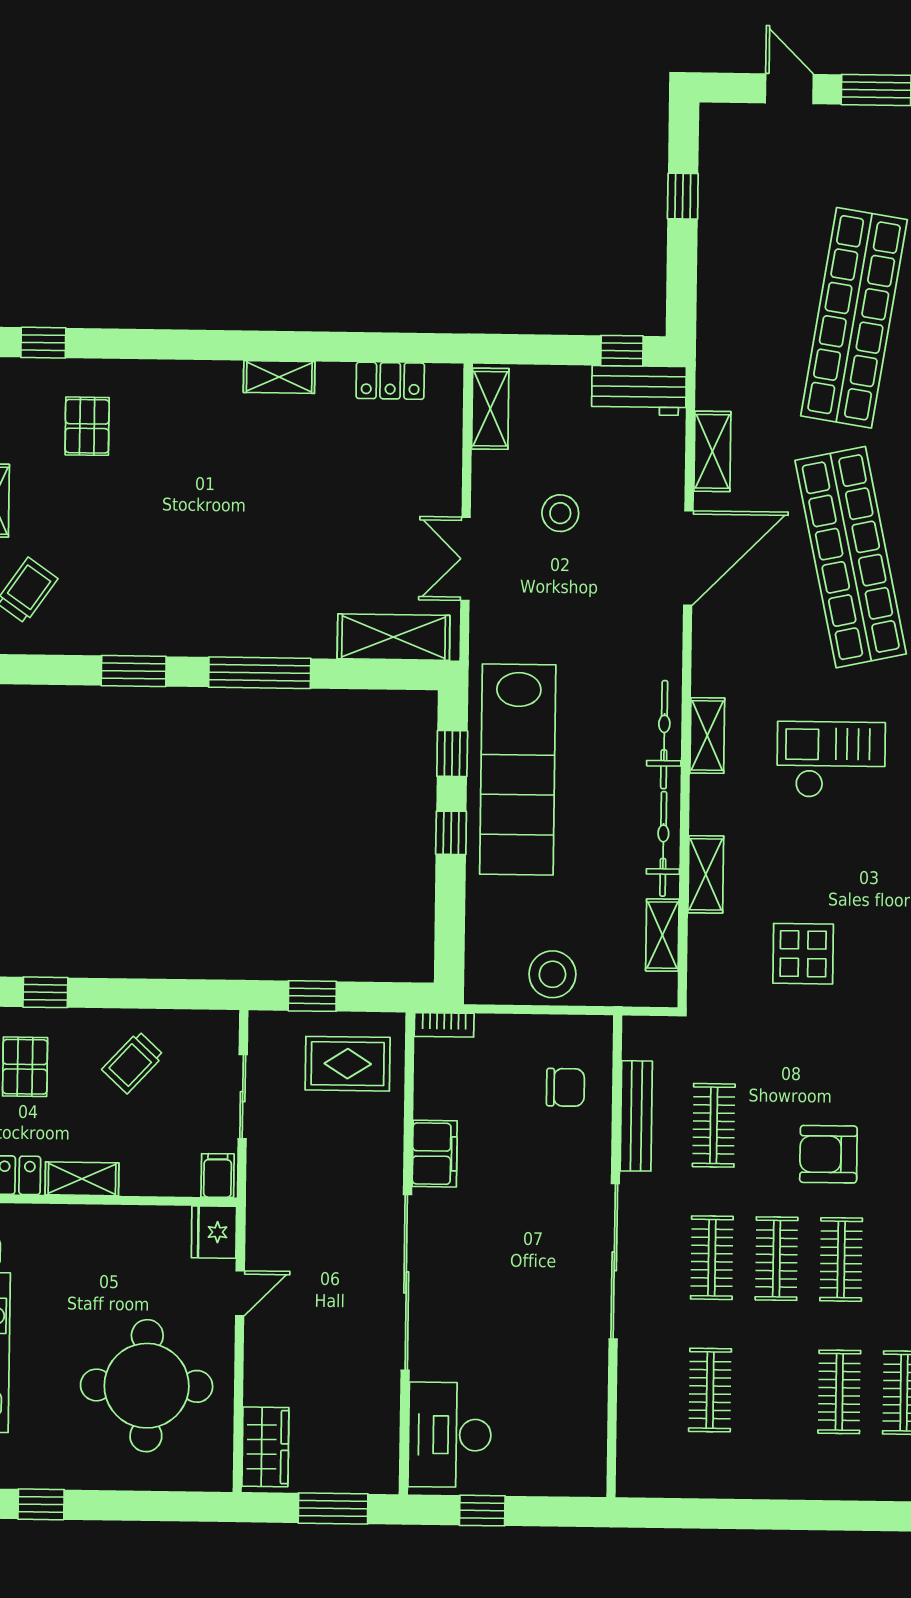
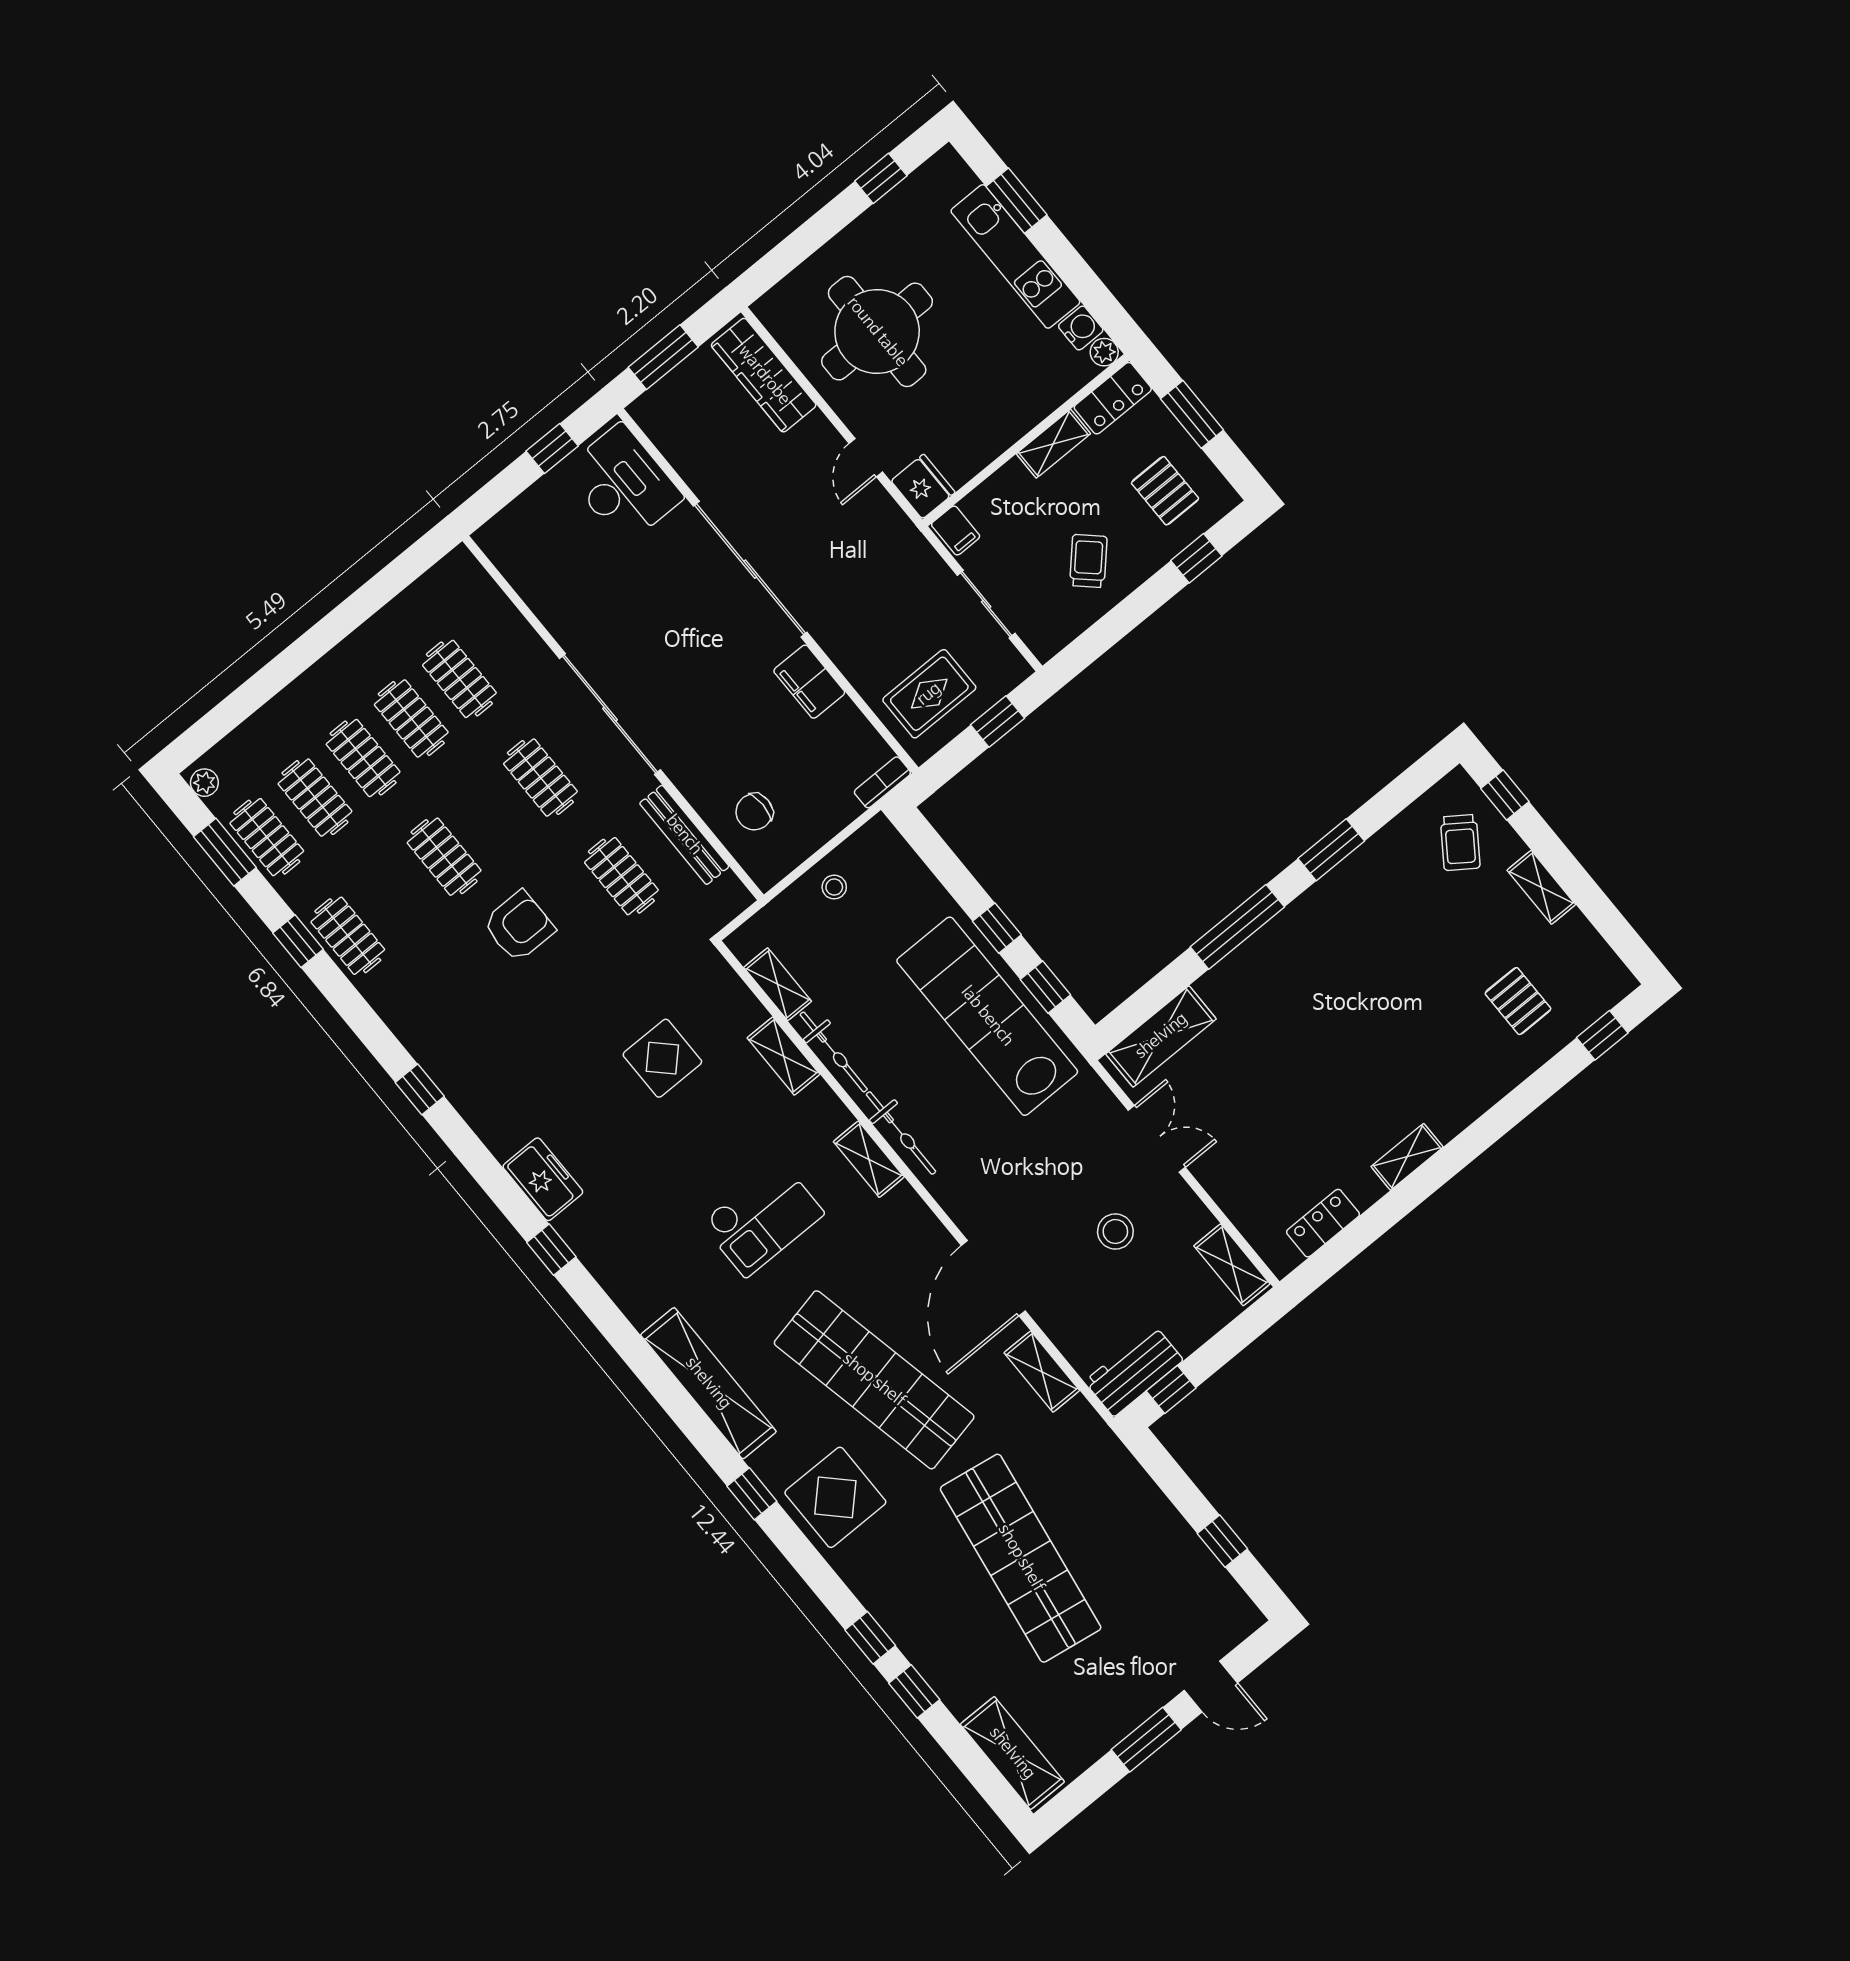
stool: (552, 974) -> (834, 887), width x0.53, depth x0.53
clothes rail: (777, 1259) -> (411, 718), moved
wardrobe: (265, 1447) -> (764, 375), width x1.50

